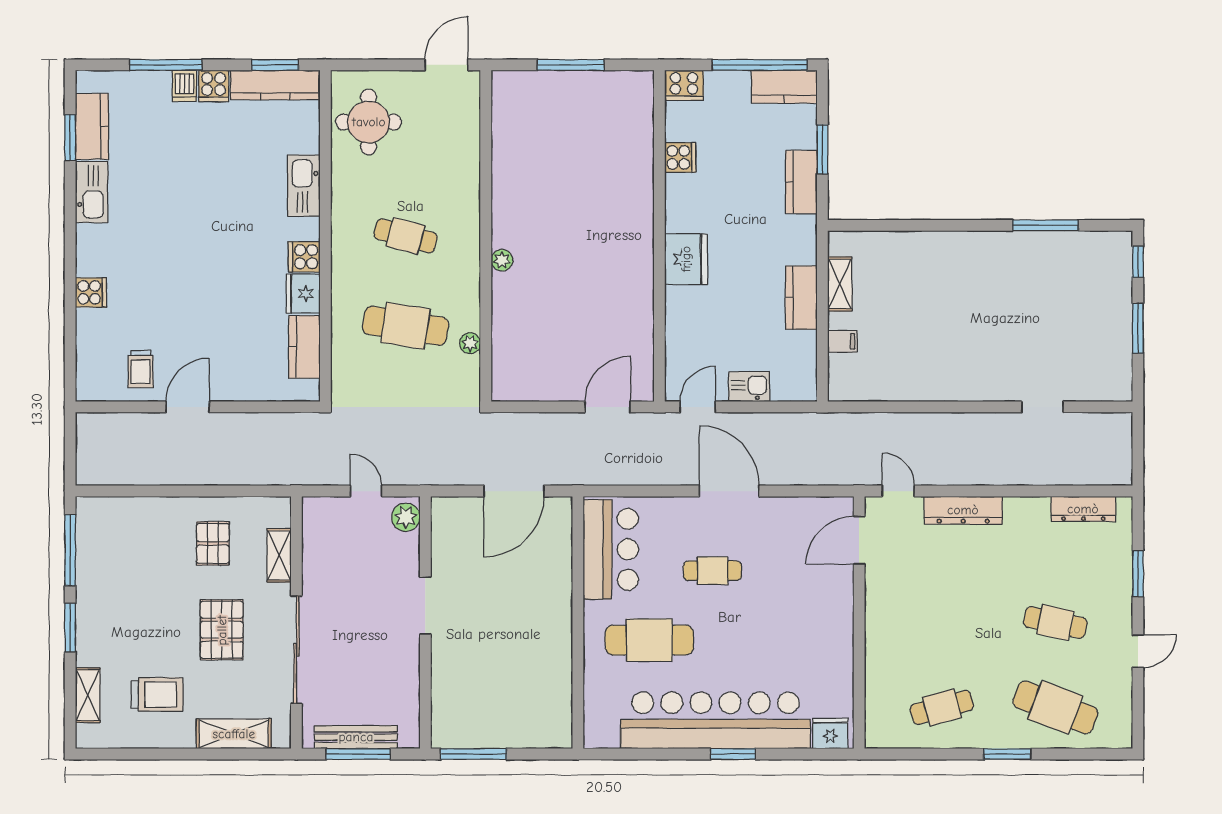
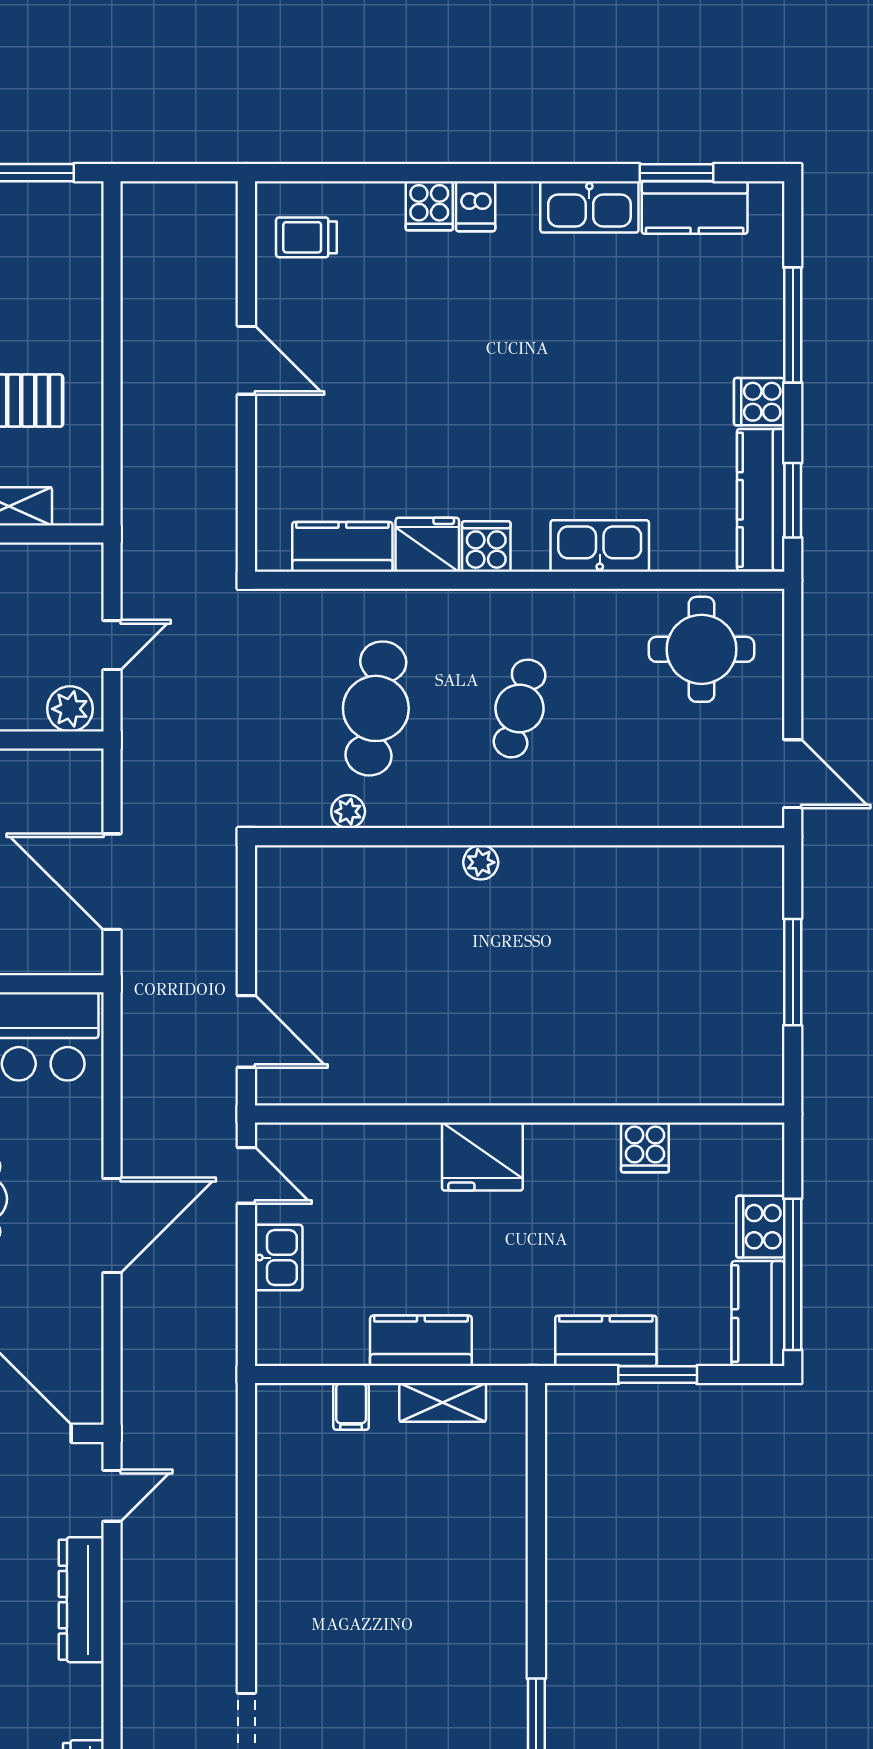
cooker: (684, 85) -> (760, 1227), moved
dishwasher: (184, 86) -> (476, 206), moved, turned -90
trolley: (141, 369) -> (306, 237), moved

